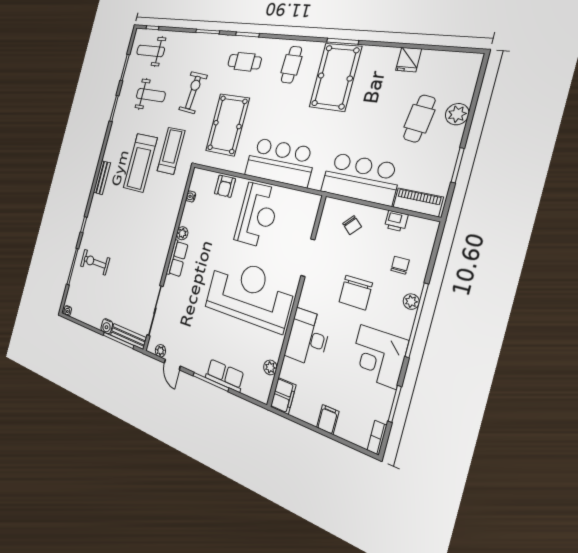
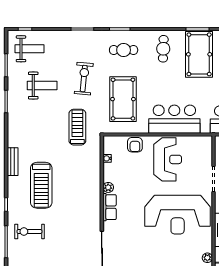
weight bench: (151, 51) -> (30, 49), turned 180
treadmill: (140, 163) -> (41, 185), moved
reception desk: (249, 293) -> (178, 215), turned 180

